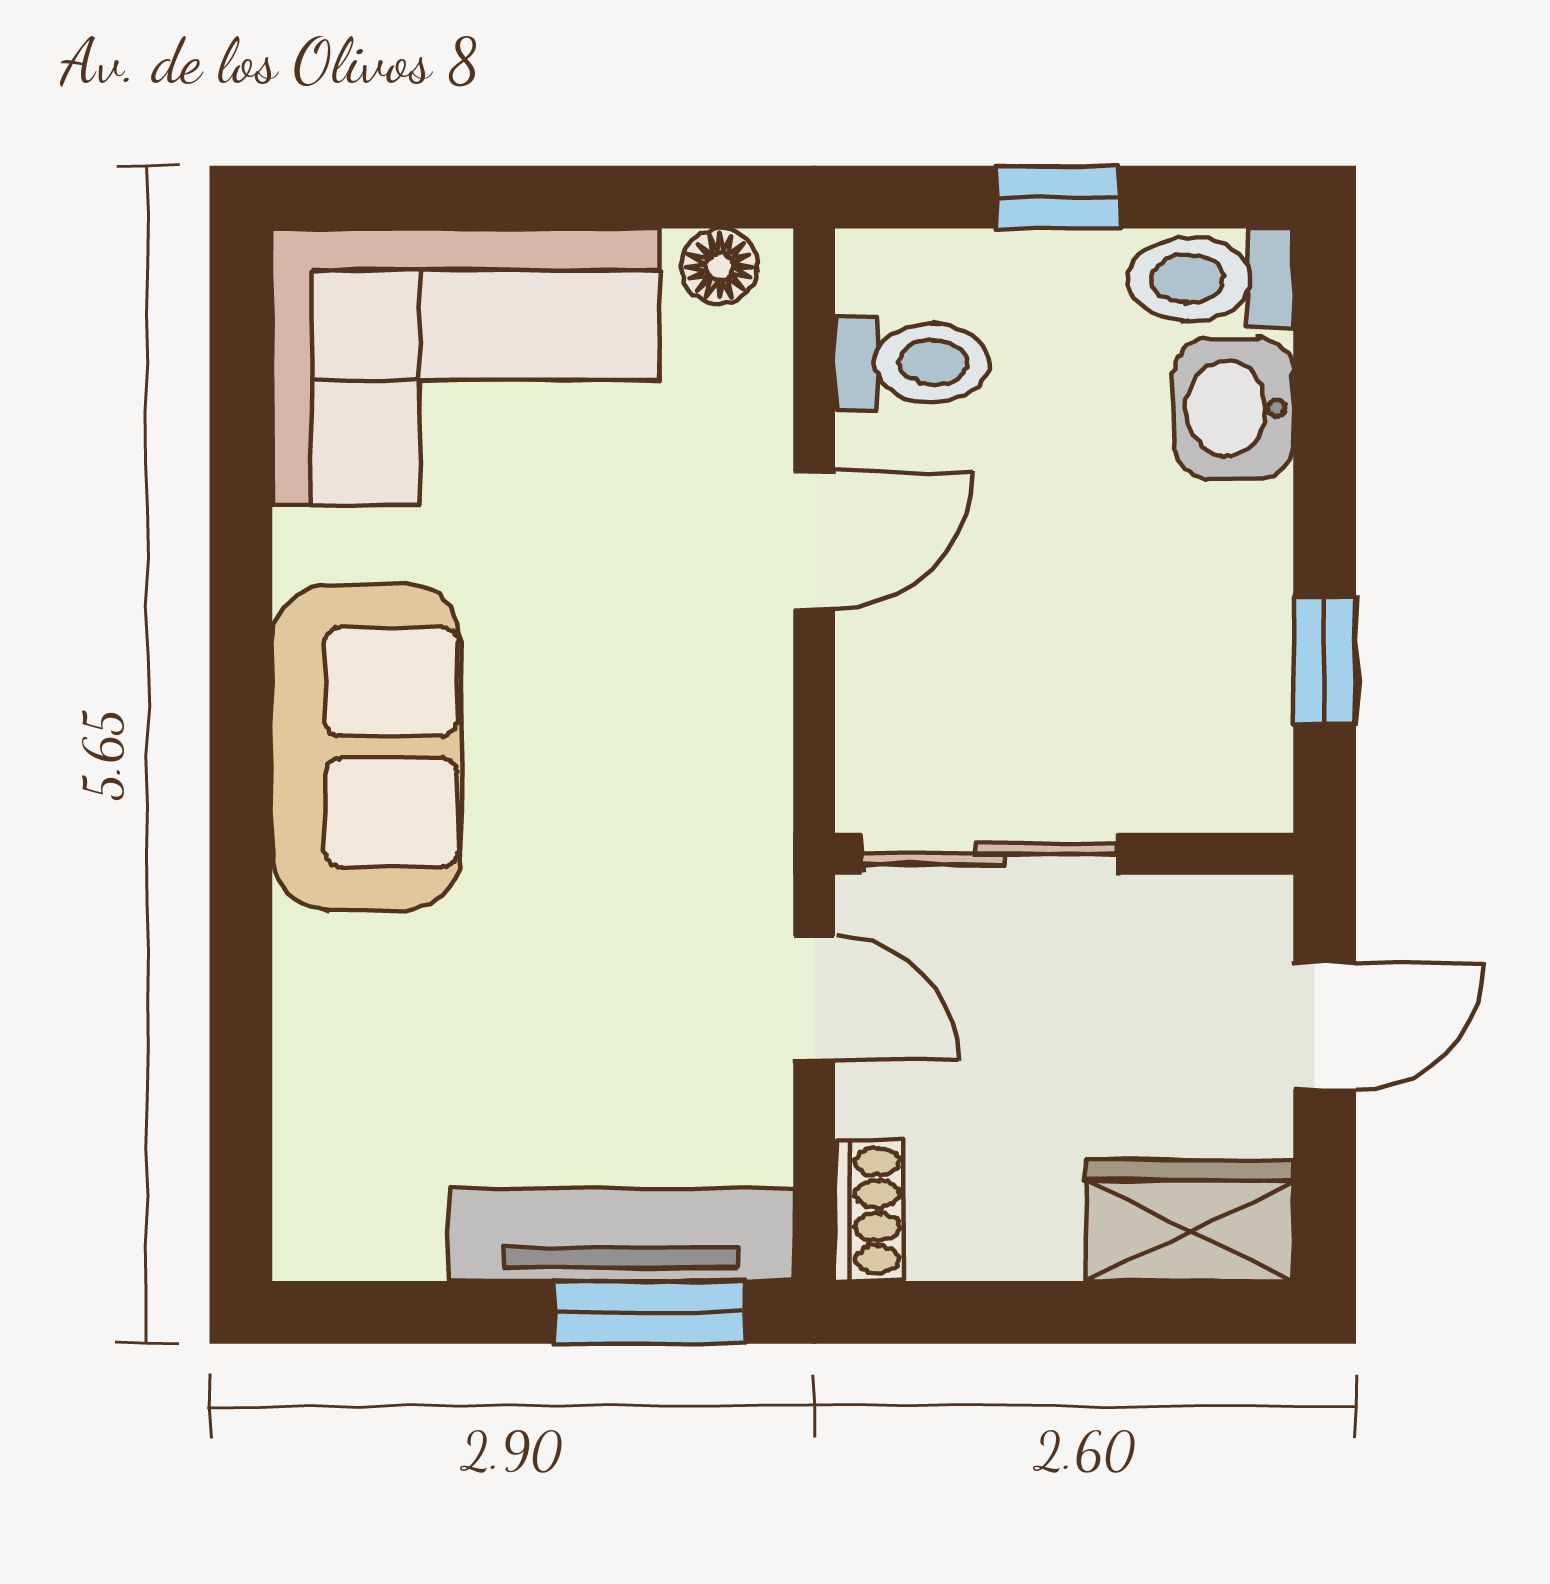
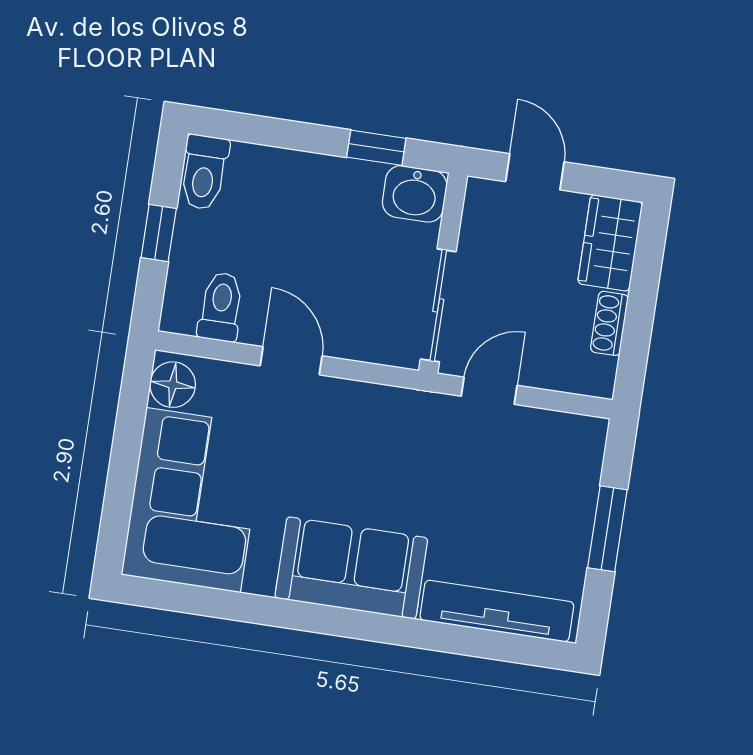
floor lamp: (720, 266) -> (173, 385), width x1.37, depth x1.37
washbasin: (1234, 408) -> (415, 194), moved
shoe rack: (869, 1210) -> (609, 323), moved, turned -90
tv unit: (621, 1234) -> (497, 611), moved, turned 90
window: (650, 1312) -> (607, 529), moved

